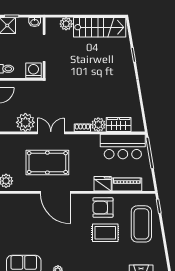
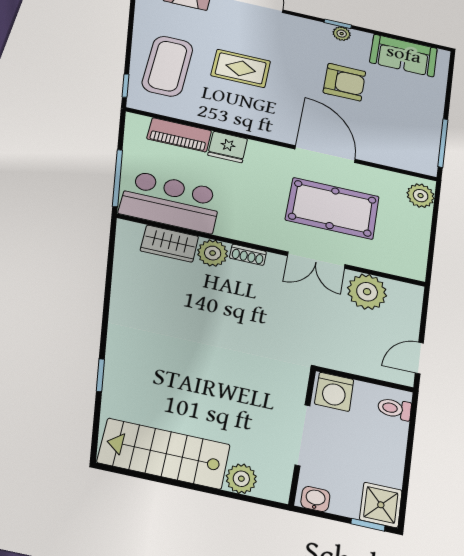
armchair: (103, 208) -> (344, 82), moved

